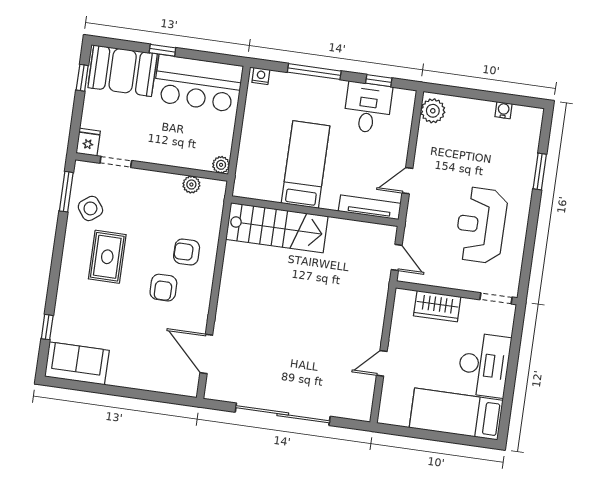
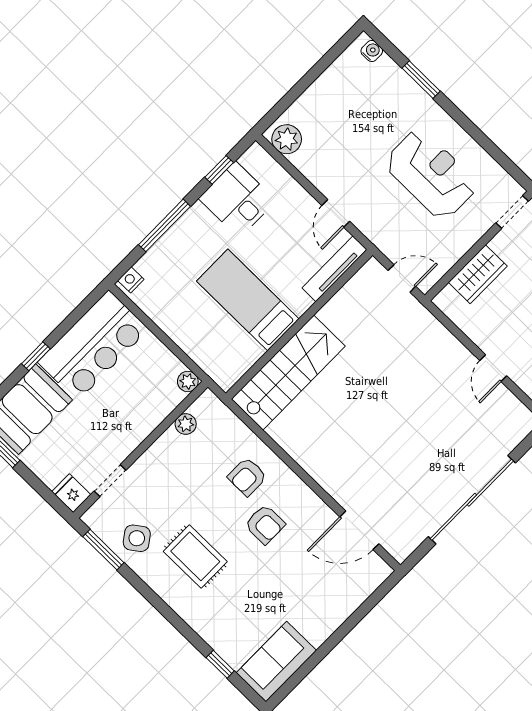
water cooler: (503, 110) -> (372, 51), moved, turned 90
reception desk: (481, 225) -> (431, 174), turned 180

